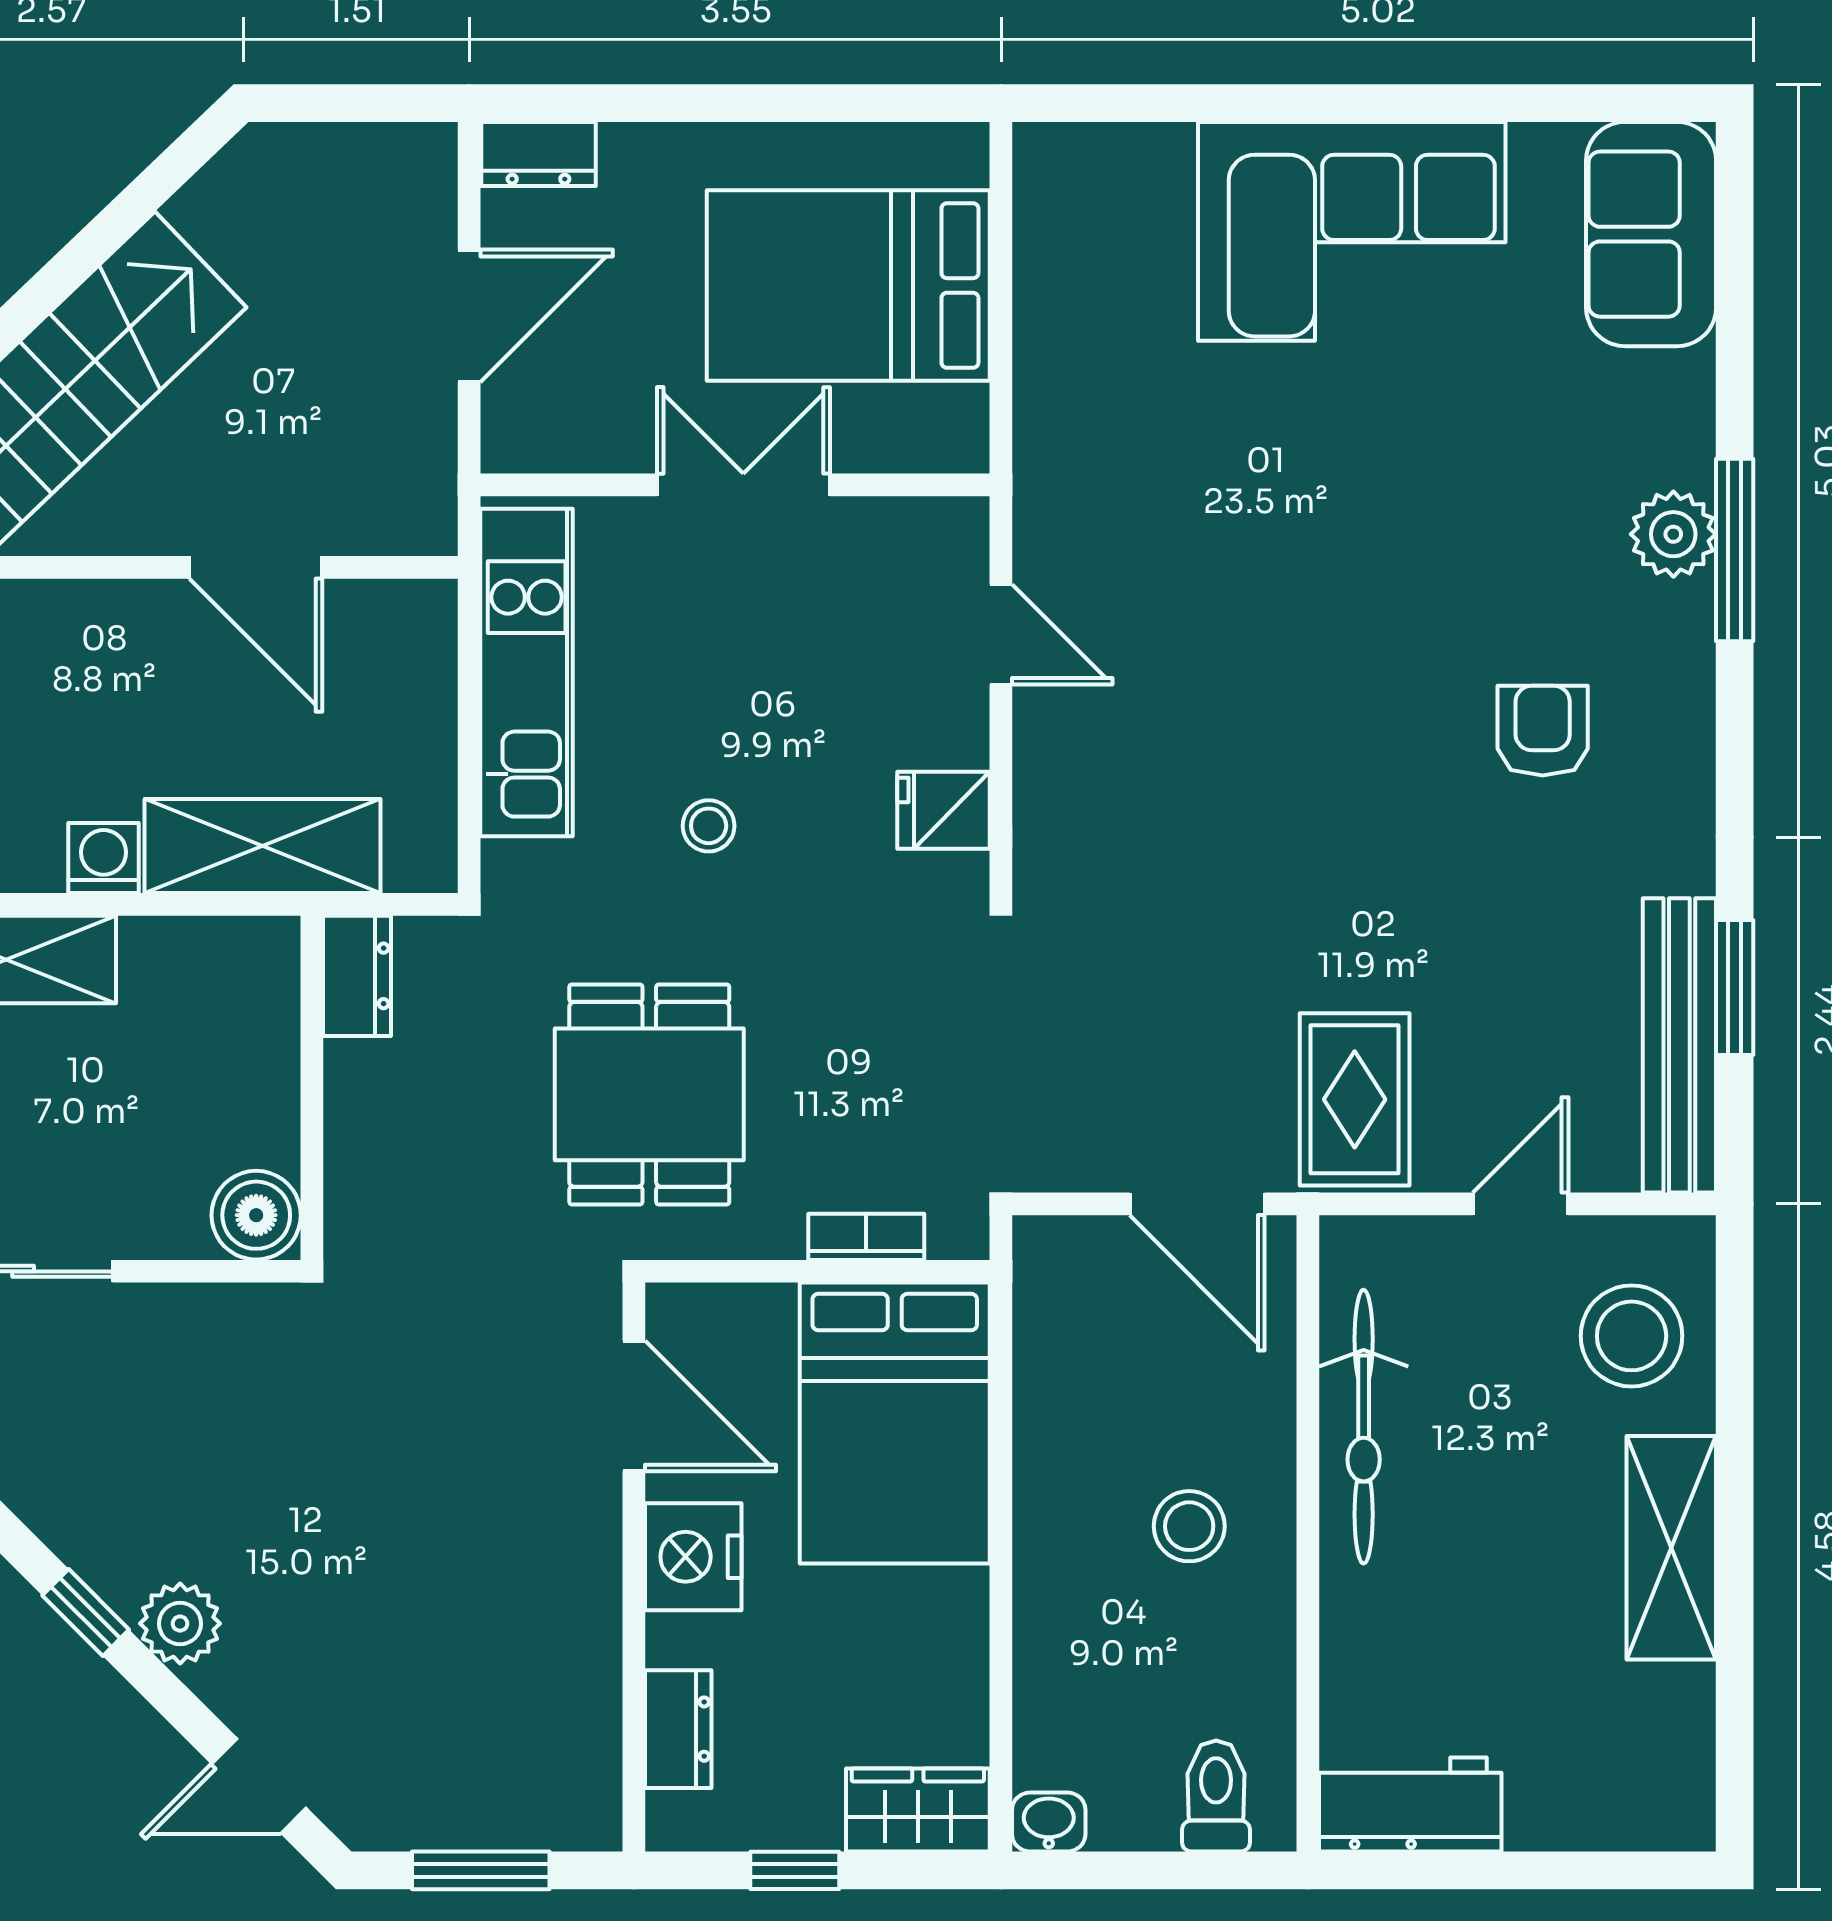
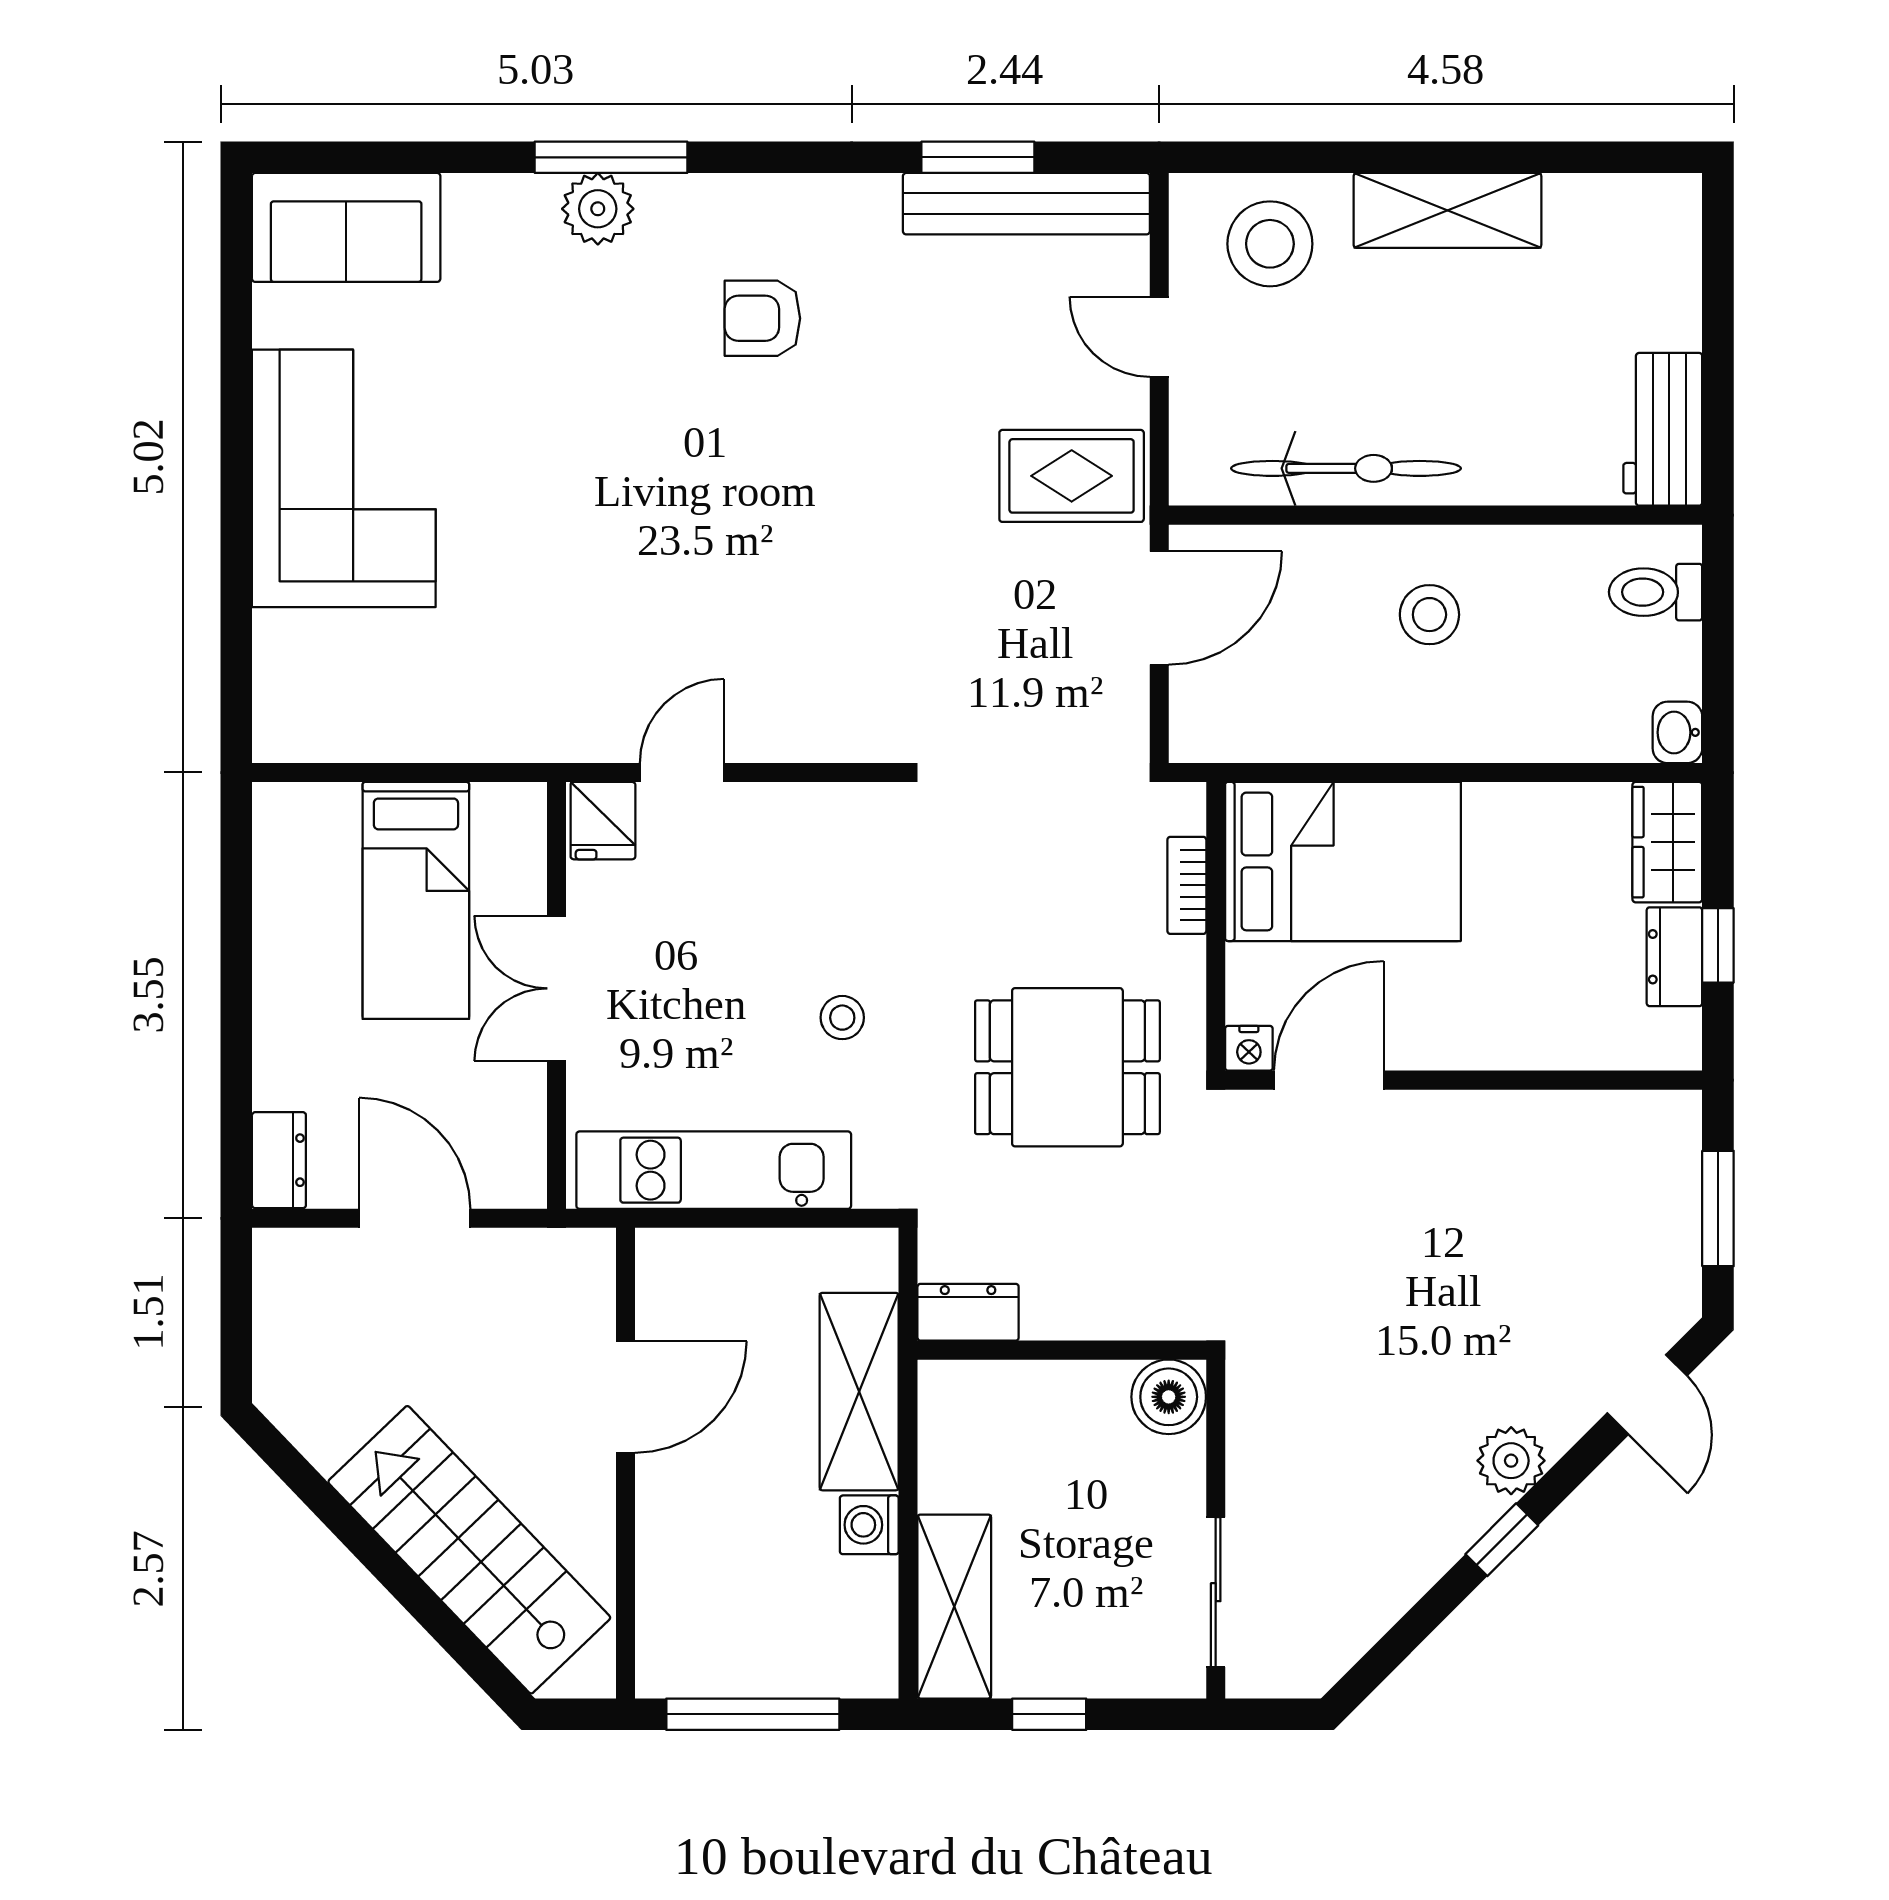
bed: (848, 285) -> (416, 900), width x0.67
fridge: (943, 810) -> (603, 821), moved
nightstand: (693, 1557) -> (1249, 1048), moved, width x0.53, depth x0.56
dresser: (678, 1729) -> (1674, 957), moved, turned -90

